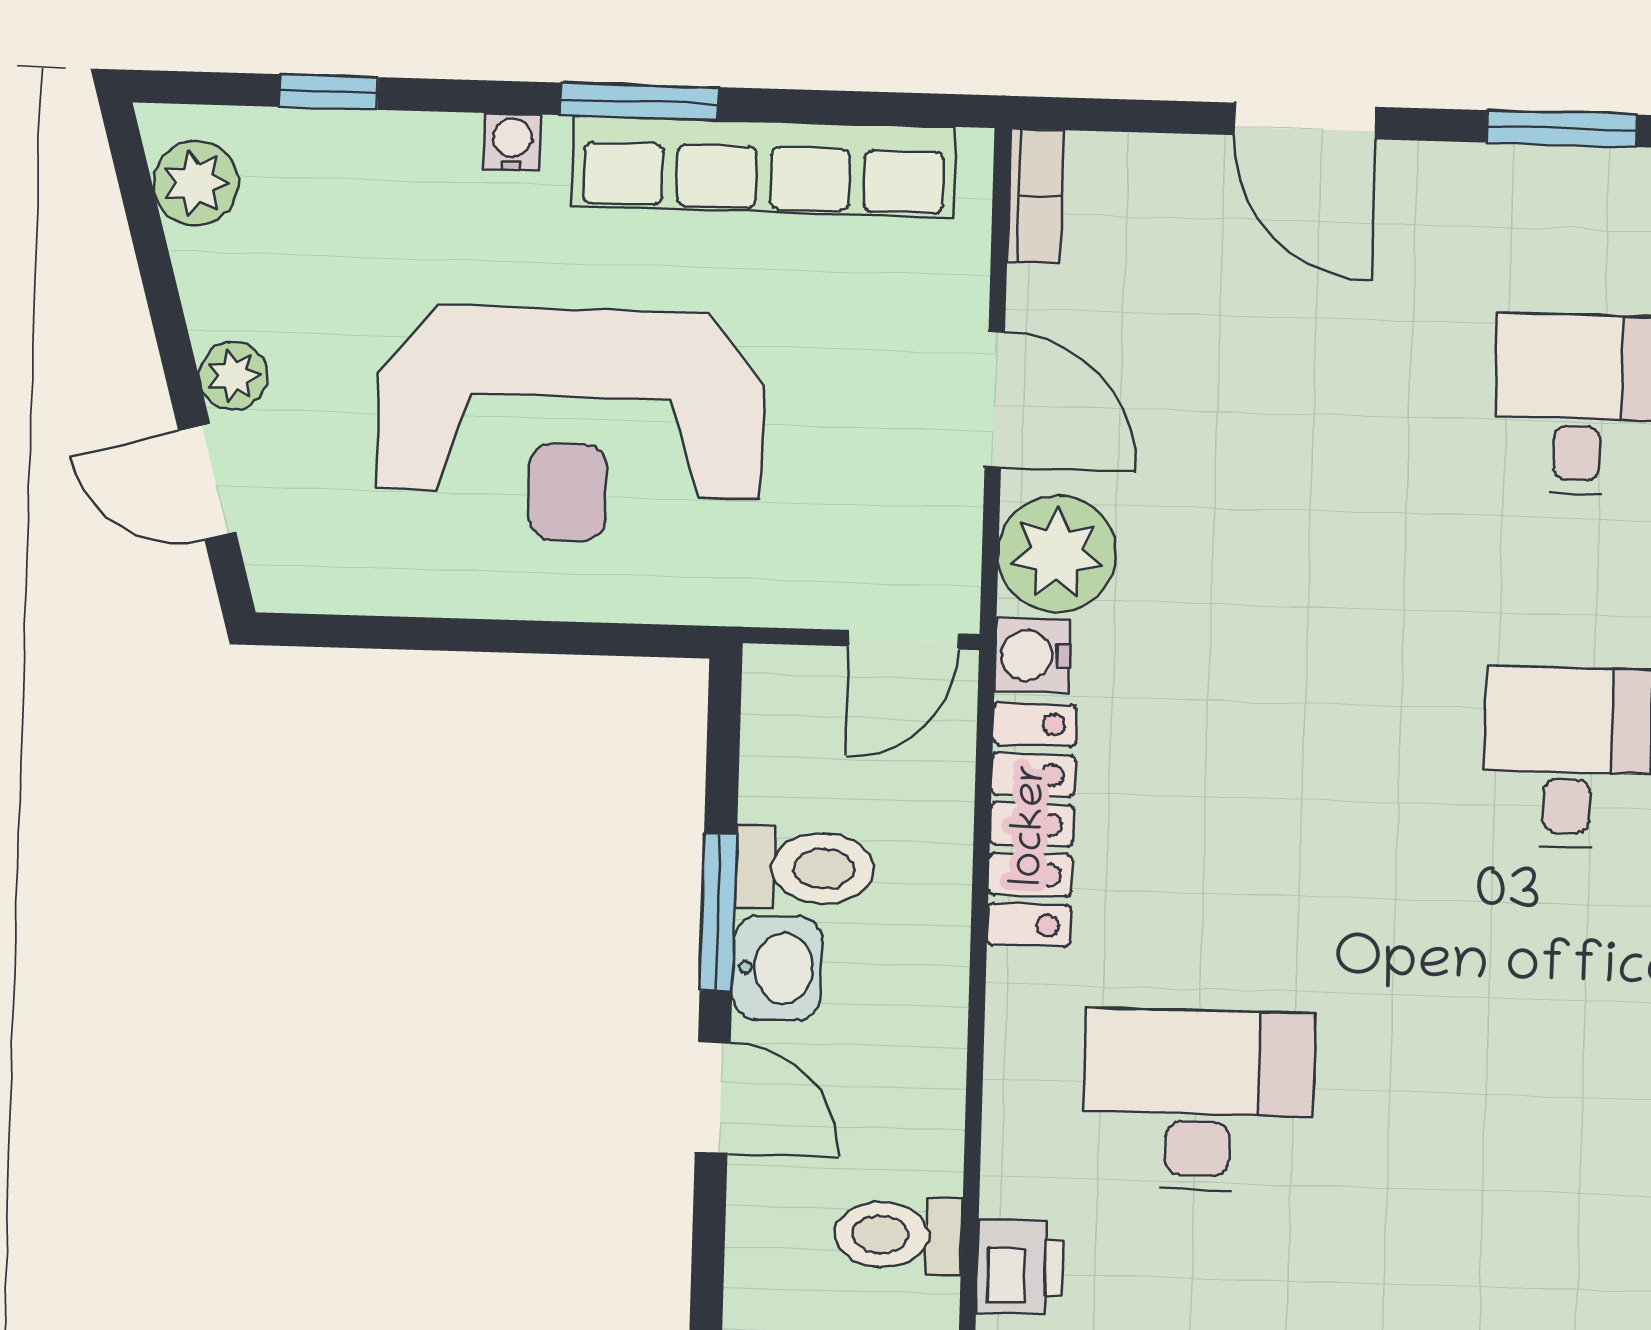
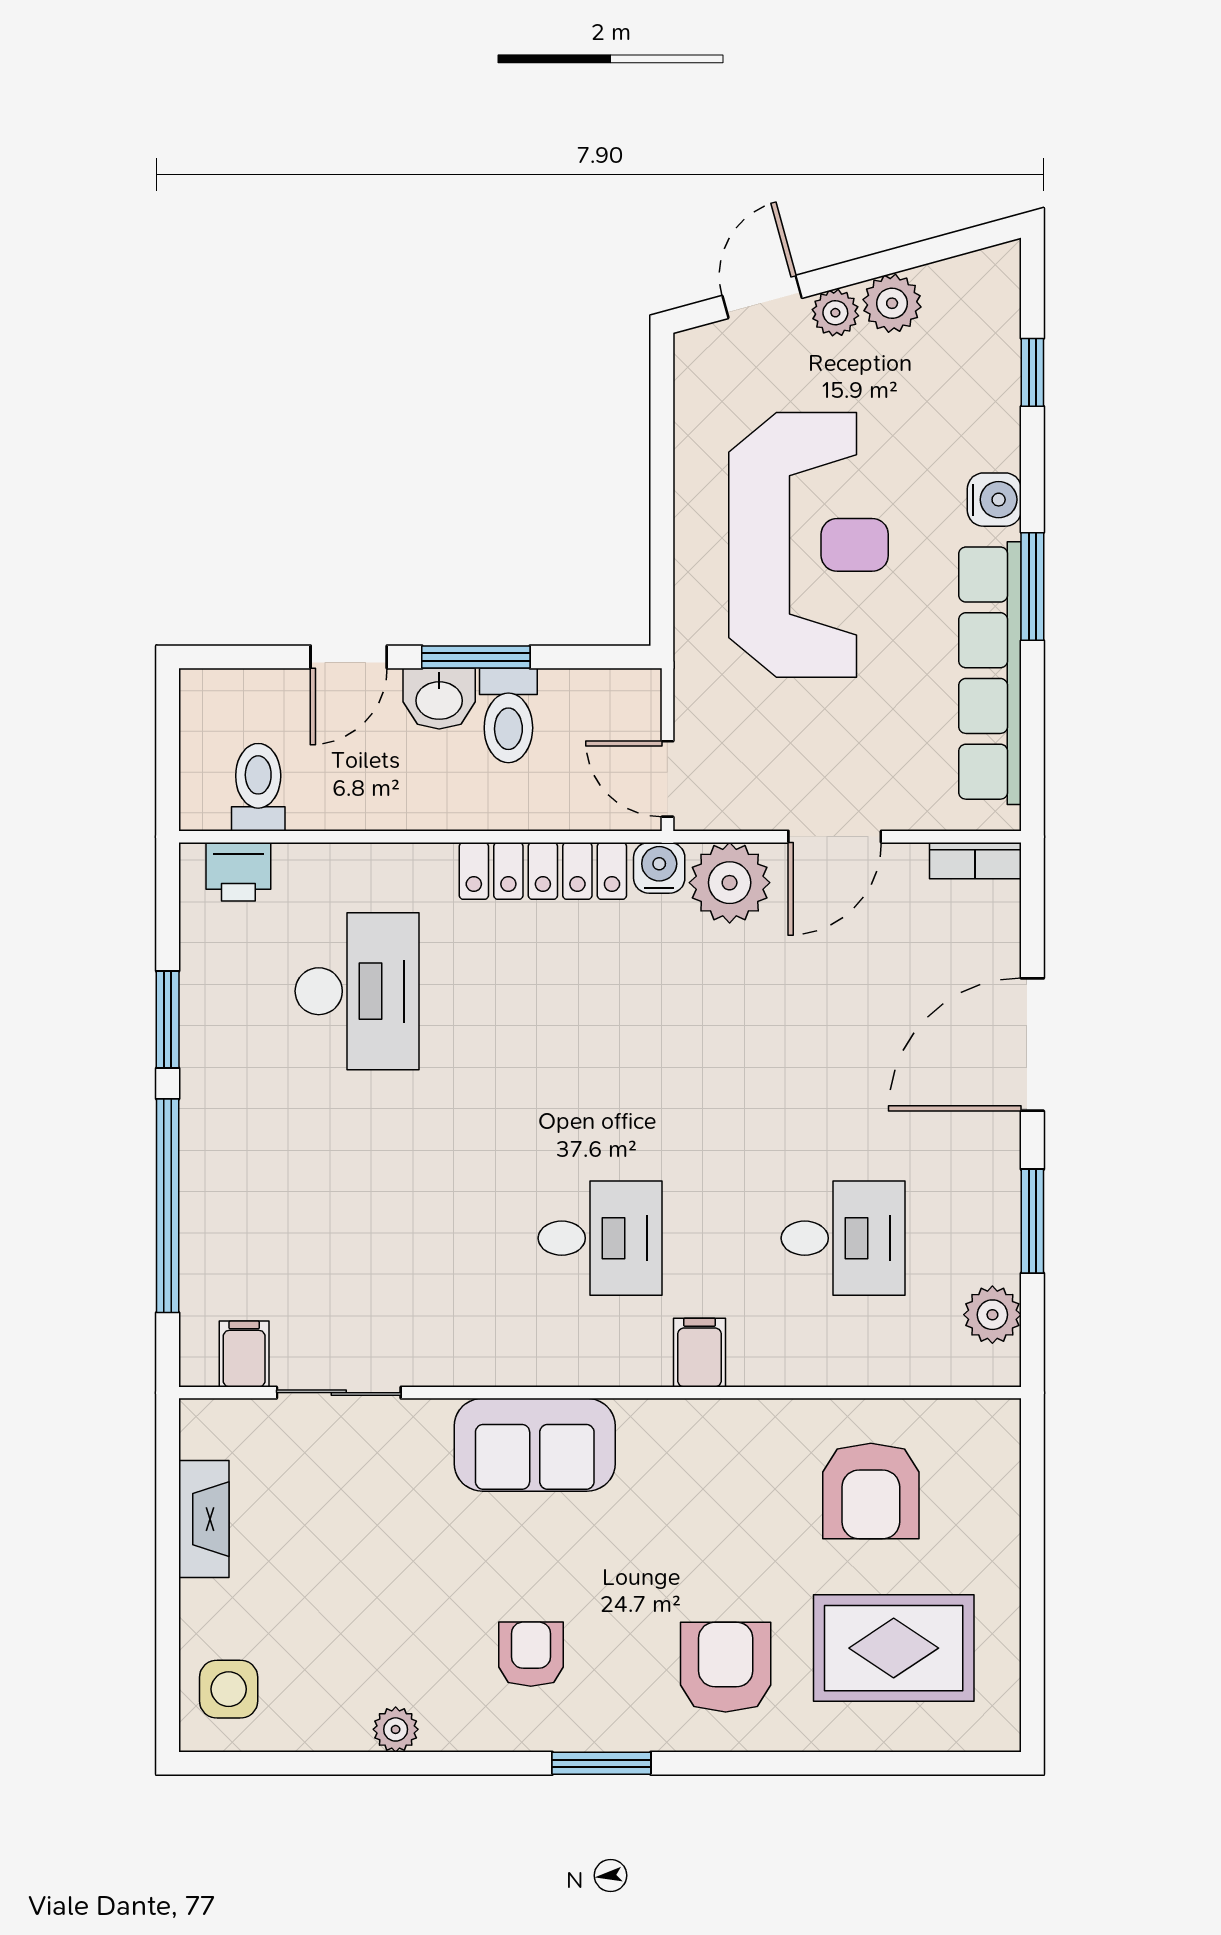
door: (1305, 121) -> (1032, 1045), width x1.36
water cooler: (512, 142) -> (994, 500), width x1.38, depth x1.38
plant: (196, 183) -> (892, 303), moved
reception desk: (570, 425) -> (809, 545), turned 180

